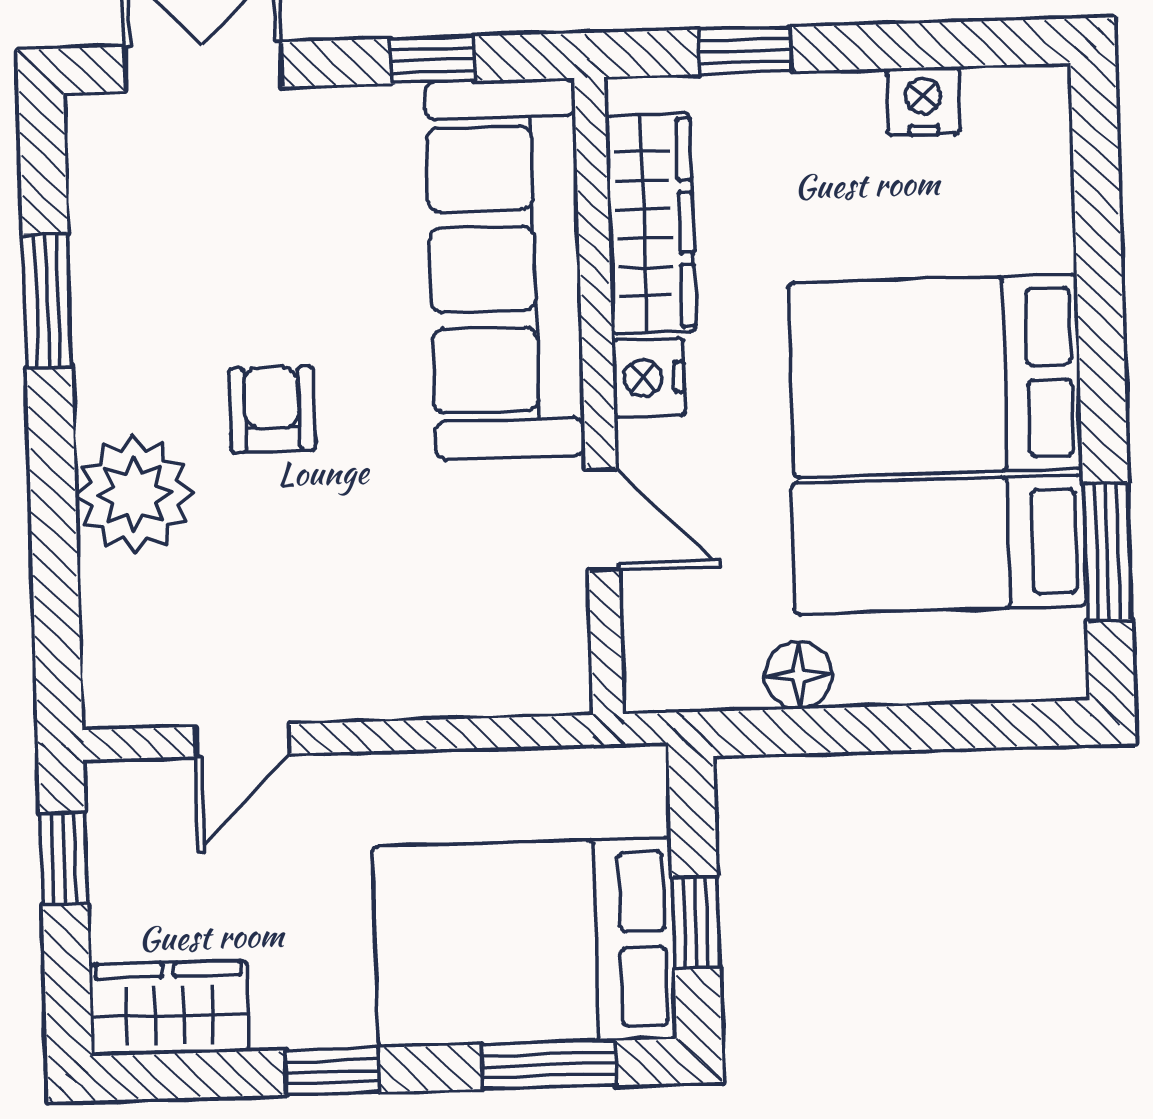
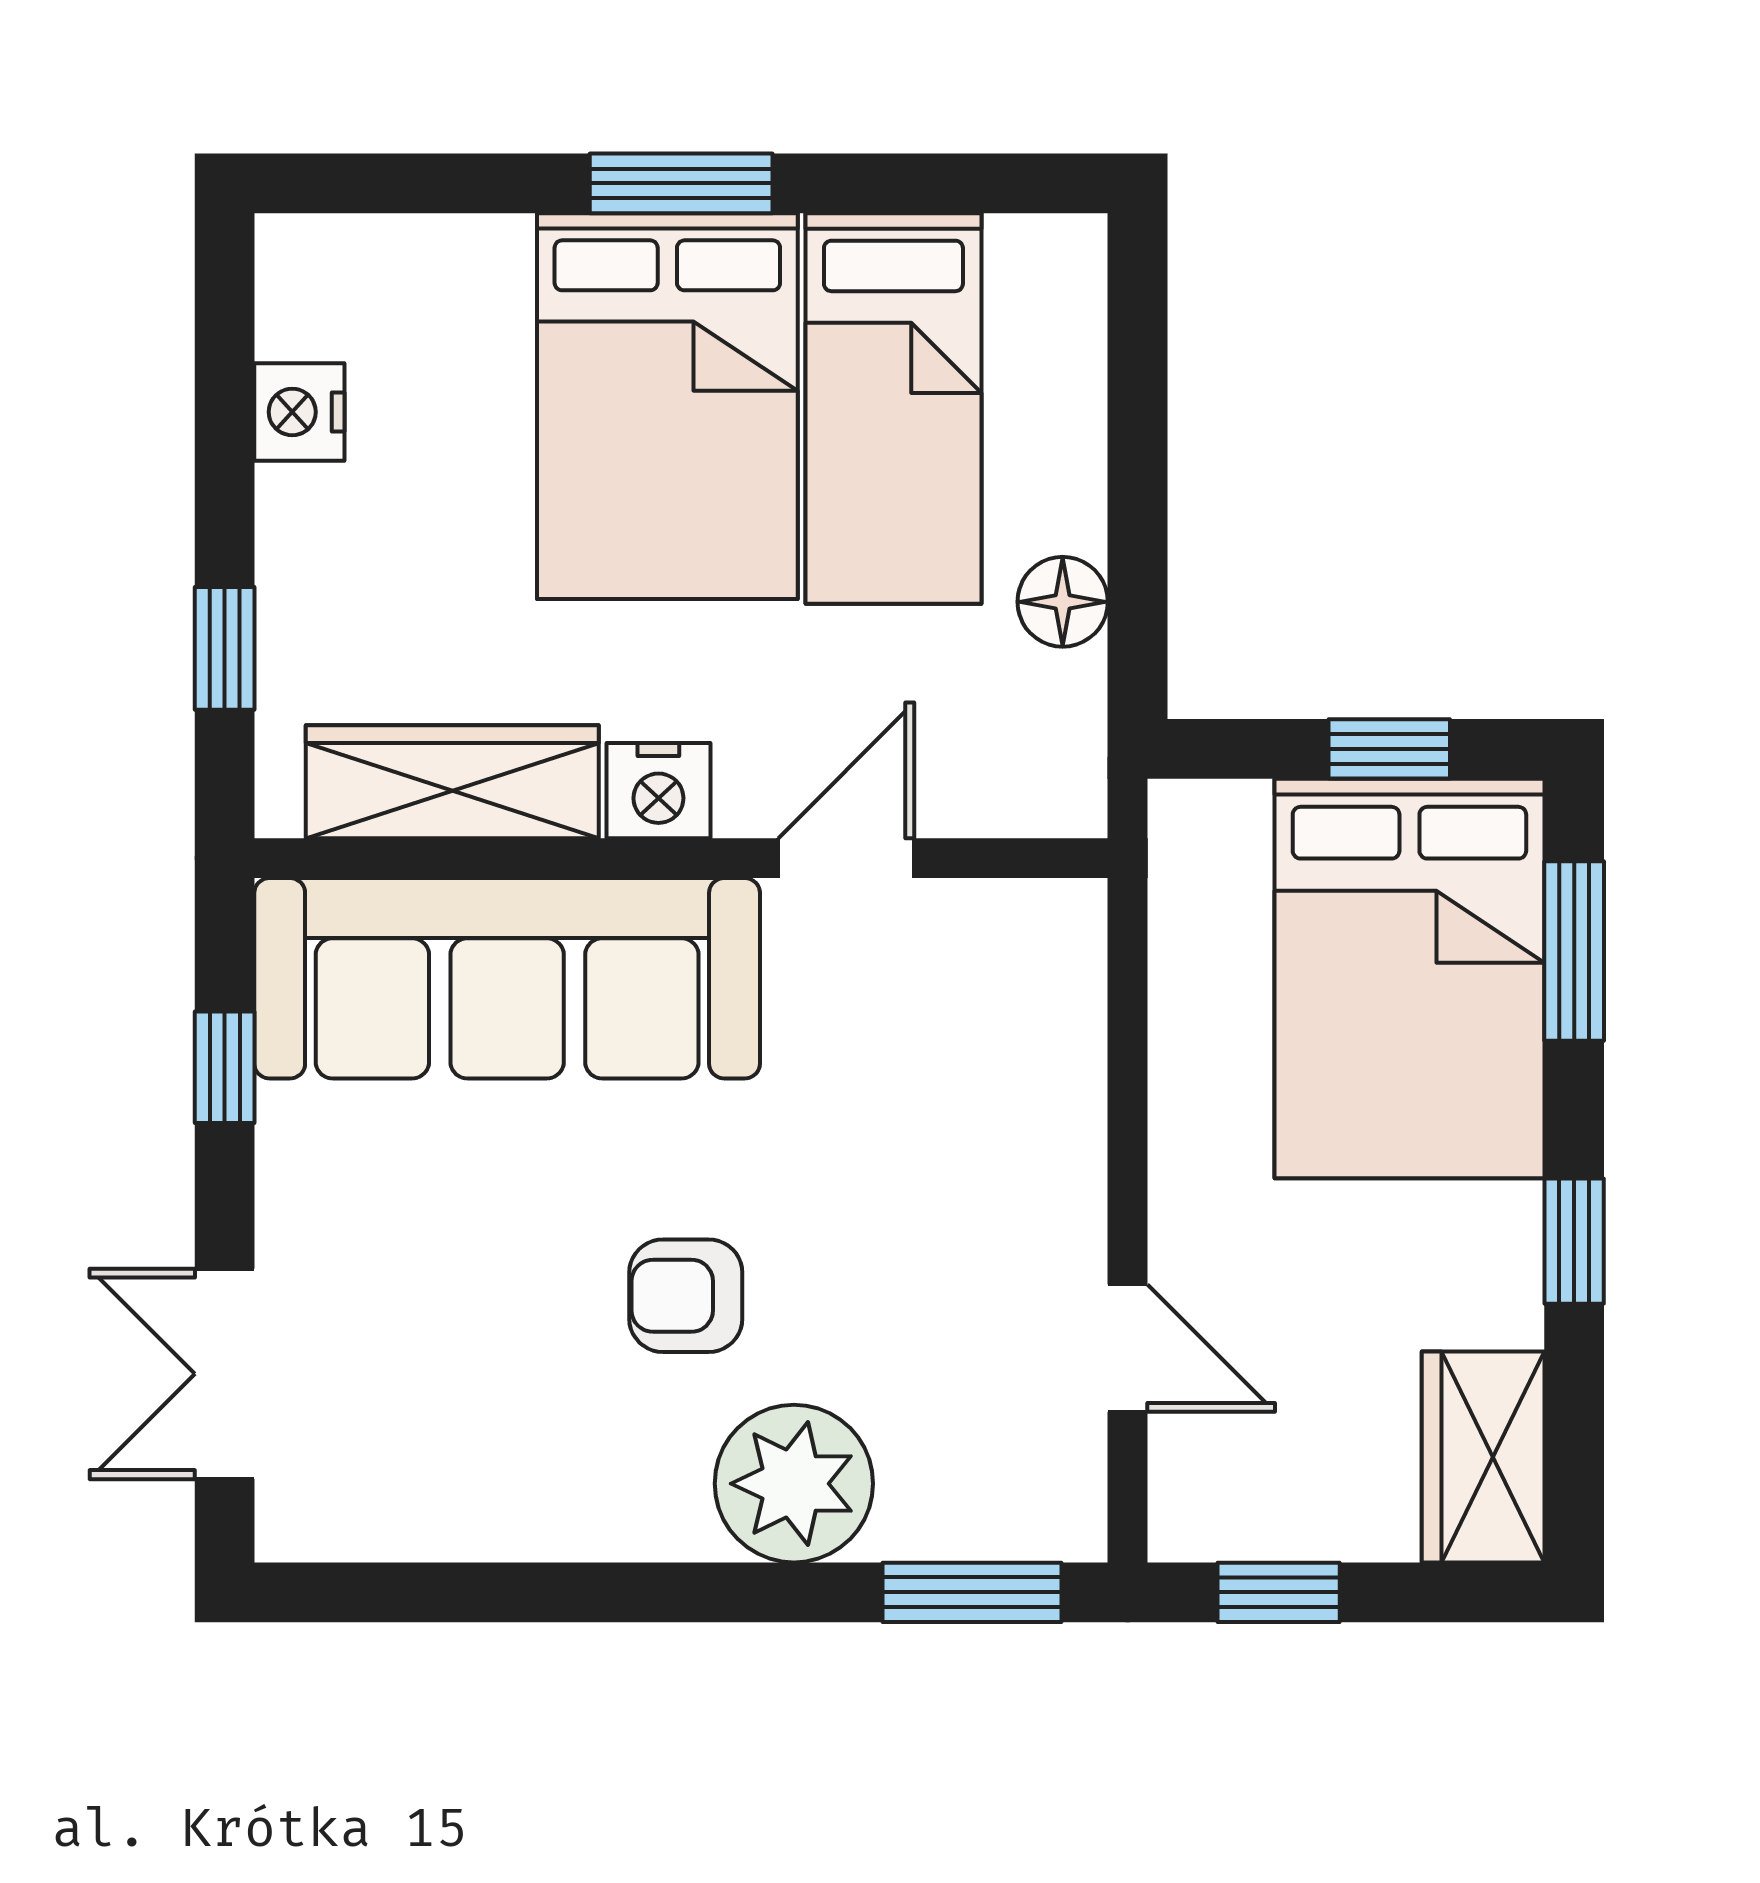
window: (47, 301) -> (972, 1592), moved
window: (1107, 552) -> (681, 183), moved

